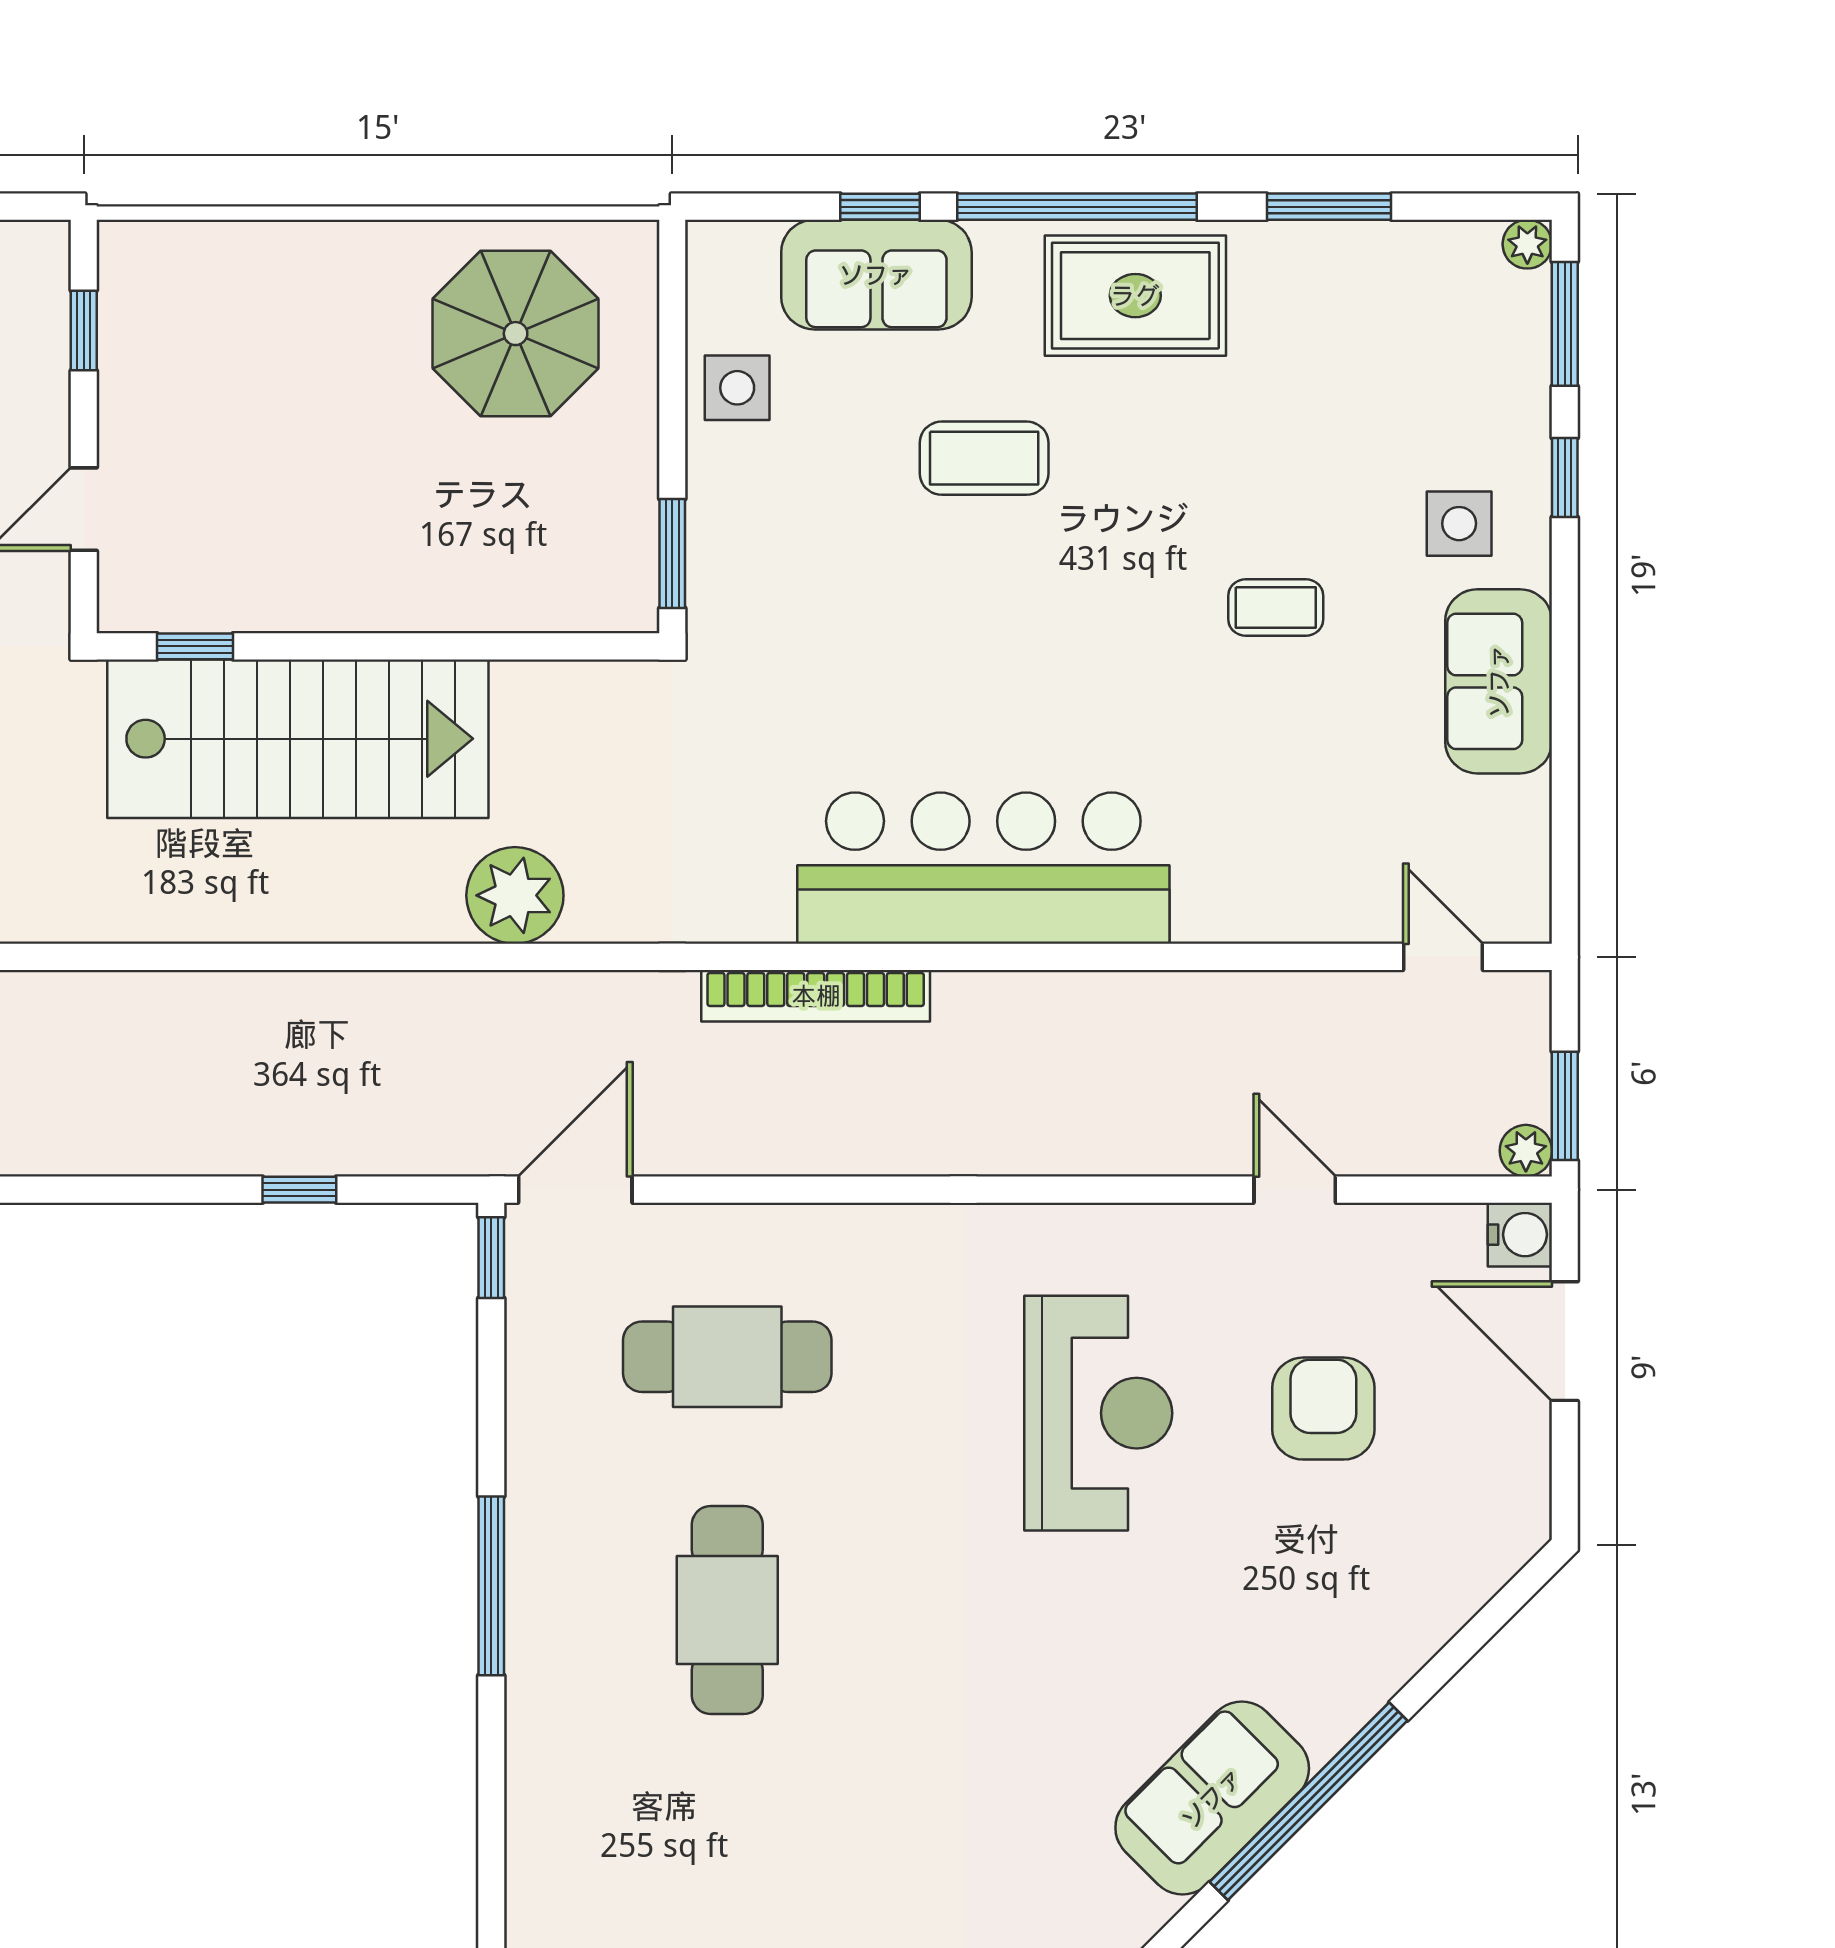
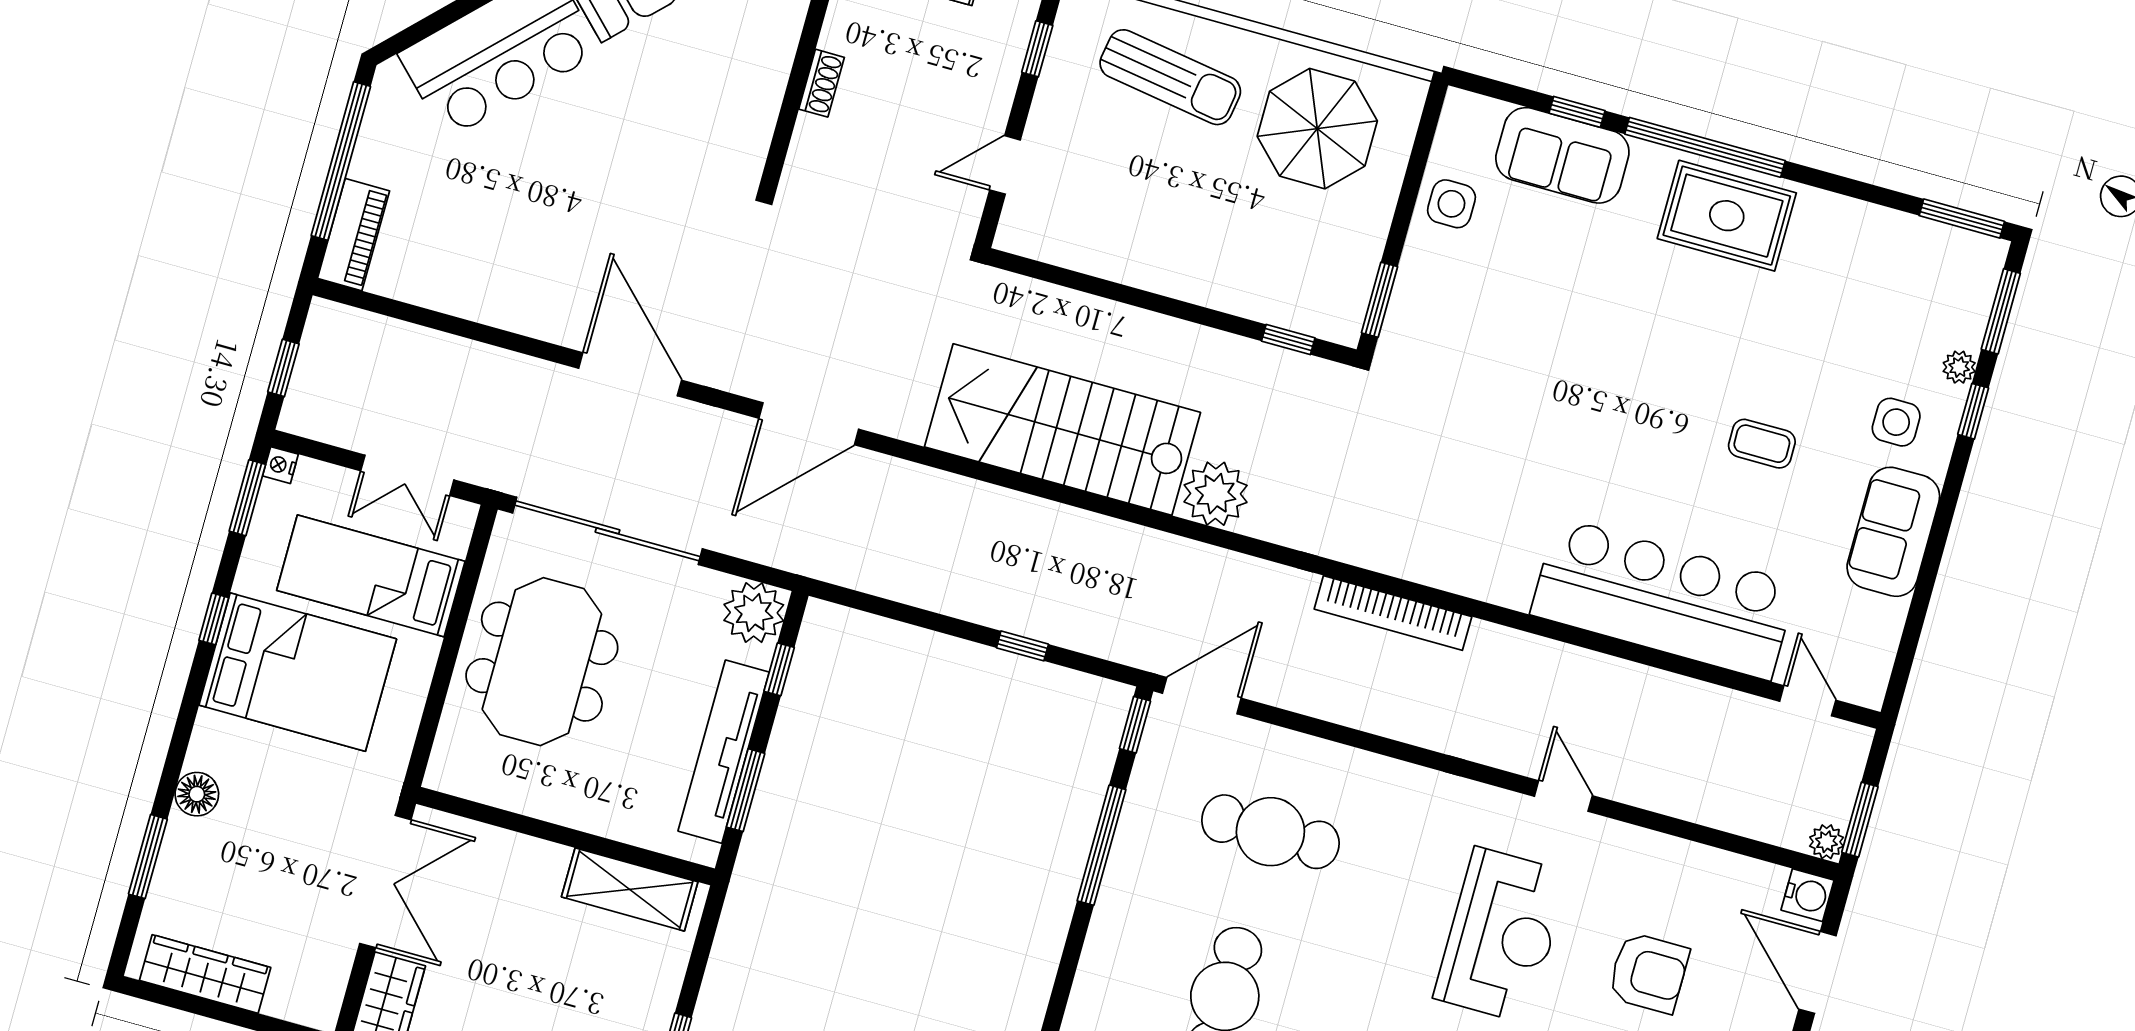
window: (1329, 207) -> (1962, 219), moved
plant: (1527, 244) -> (1959, 367), moved
sun lounger: (285, 318) -> (1170, 77), added
coffee table: (984, 458) -> (1599, 294), removed
window: (195, 646) -> (1288, 340), moved
stairs: (298, 739) -> (1063, 430), moved, turned 180
bar counter: (983, 868) -> (1664, 599), moved
door: (1295, 1190) -> (1563, 796), moved
armchair: (1323, 1409) -> (1648, 973), turned 90
window: (491, 1586) -> (1101, 845), moved

